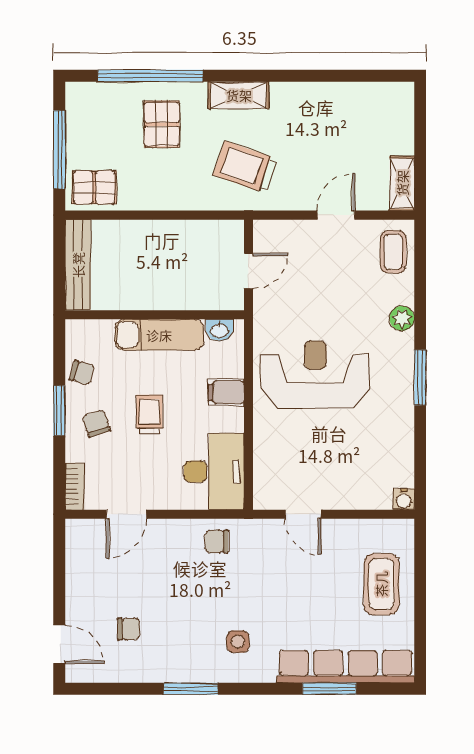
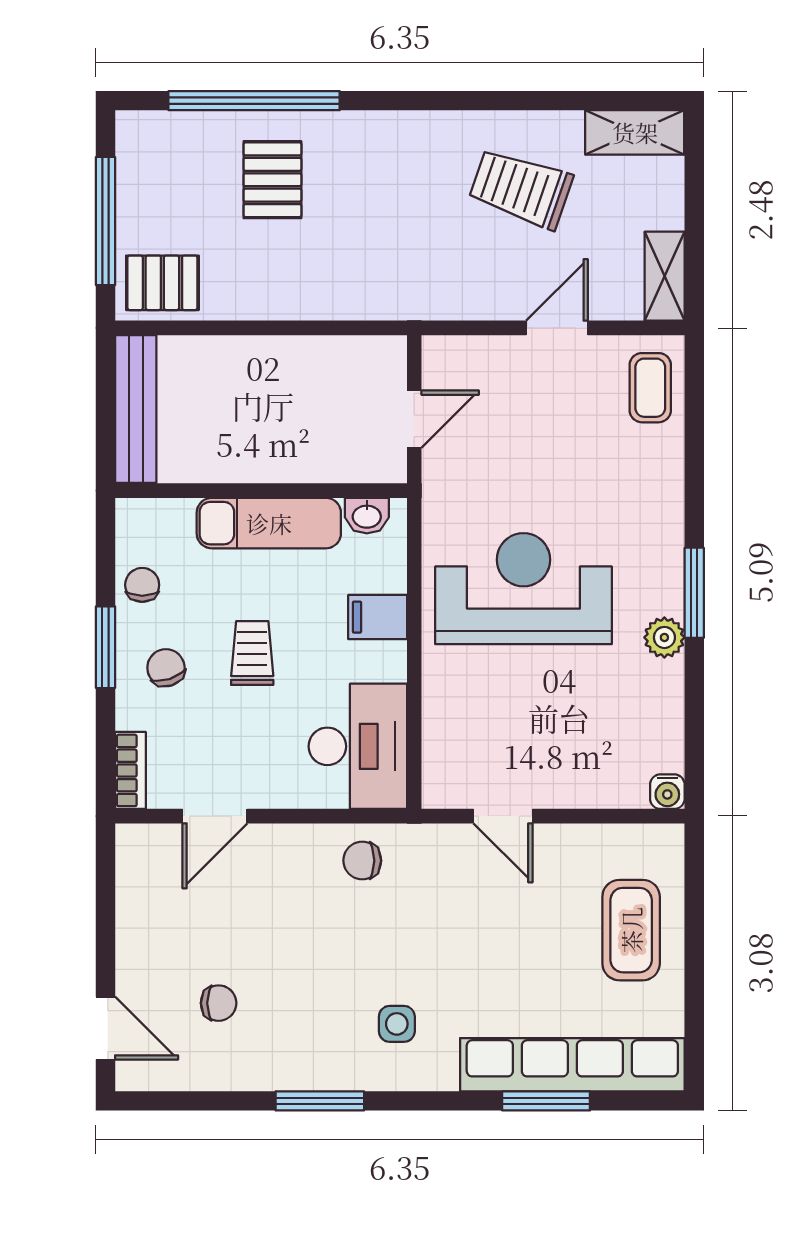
shelving: (239, 95) -> (635, 132), moved
trolley: (246, 167) -> (521, 188), moved
plant: (402, 318) -> (664, 637), moved
chair: (82, 373) -> (142, 585), turned -105

